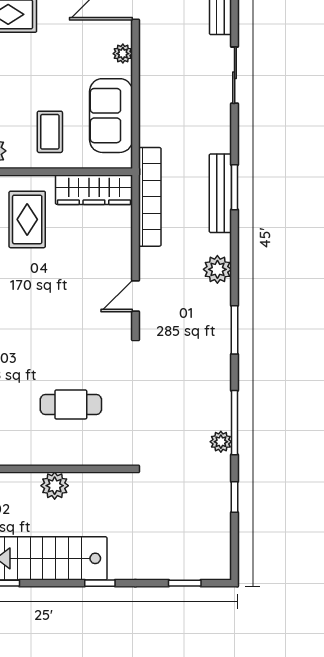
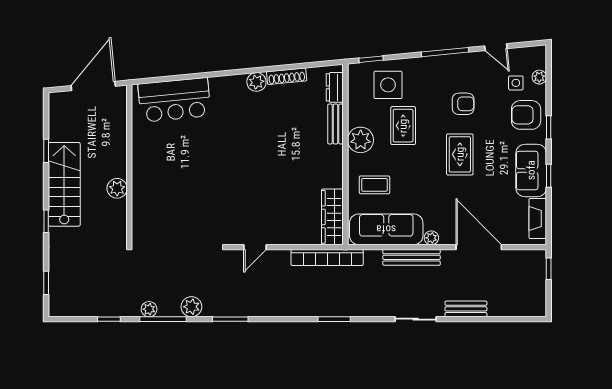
sofa: (111, 116) -> (386, 229), width x1.36
bench: (220, 193) -> (412, 257), moved
rug: (27, 219) -> (311, 168), removed
plant: (217, 269) -> (191, 307), moved
door: (135, 296) -> (255, 247), swing flipped
cafe table: (71, 404) -> (176, 200), removed

